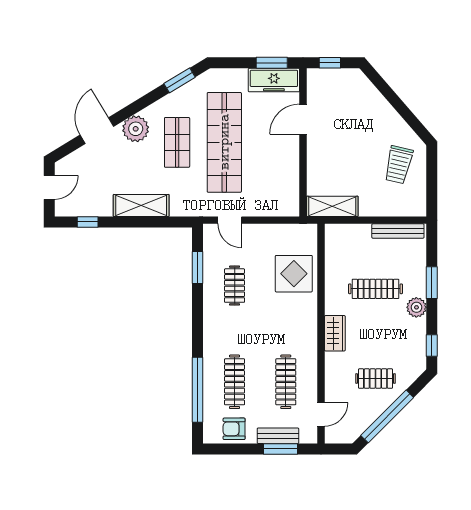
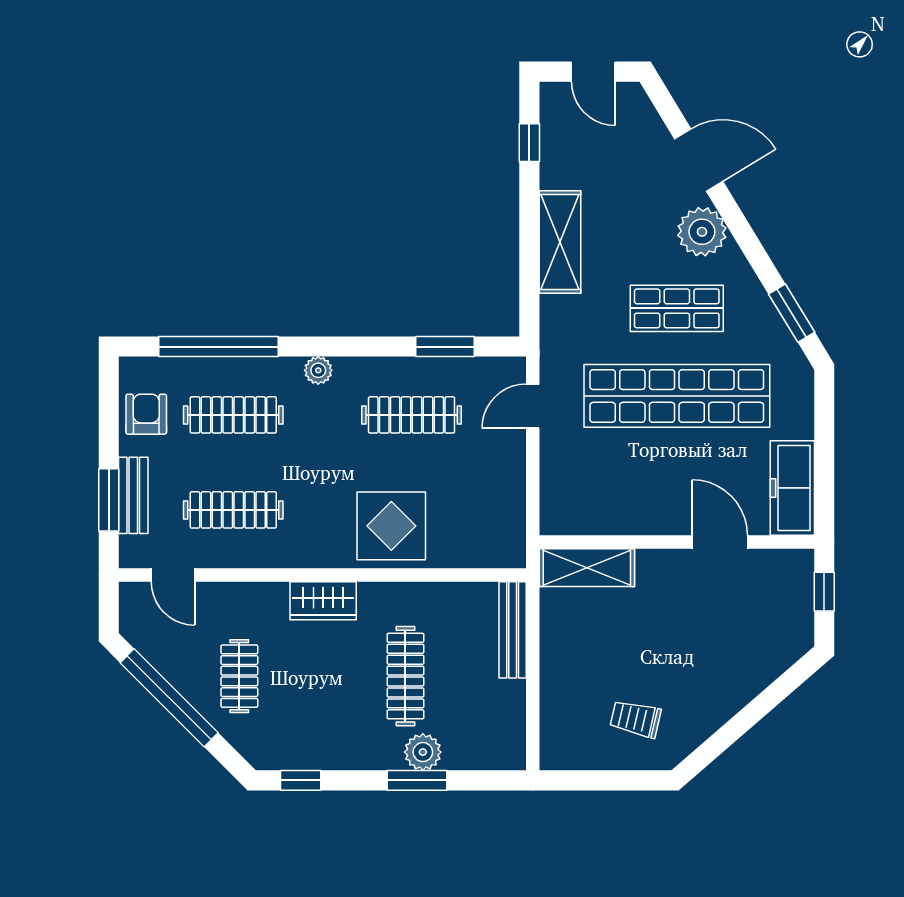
window: (272, 63) -> (824, 484), removed
trolley: (399, 165) -> (635, 719), width x0.73, depth x0.72
shelving: (332, 206) -> (587, 568), moved, turned 90
bench: (398, 231) -> (513, 630), moved
display table: (294, 274) -> (391, 526), moved
clothes rail: (235, 286) -> (412, 415), width x1.36
plant: (416, 307) -> (423, 752), moved
plant: (210, 336) -> (318, 370), added

